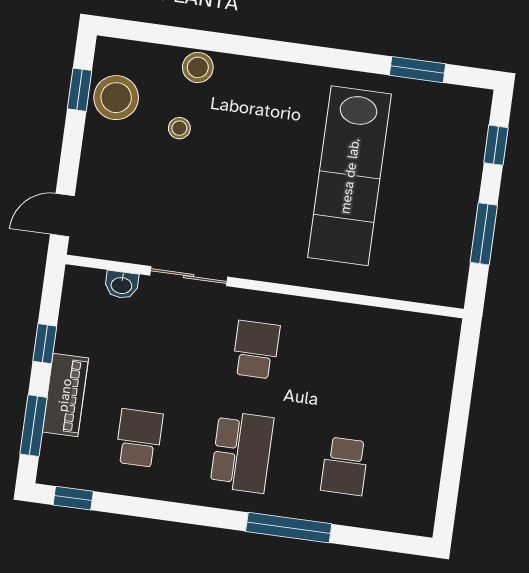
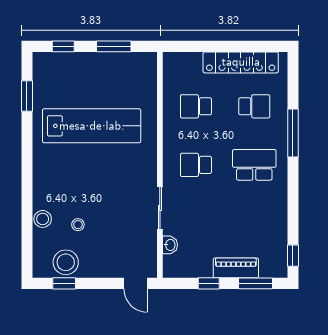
school desk: (139, 438) -> (196, 106), moved
locker: (425, 453) -> (241, 62), added

